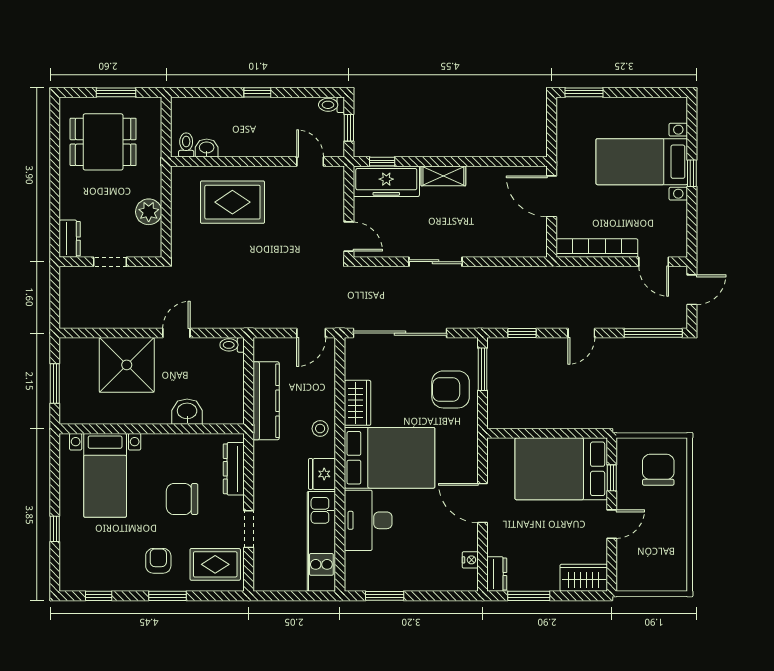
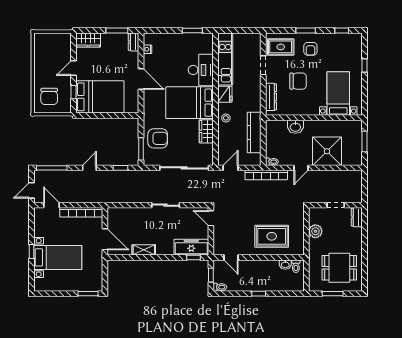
shelving: (443, 176) -> (144, 250), moved
bookcase: (243, 319) -> (266, 175), added

